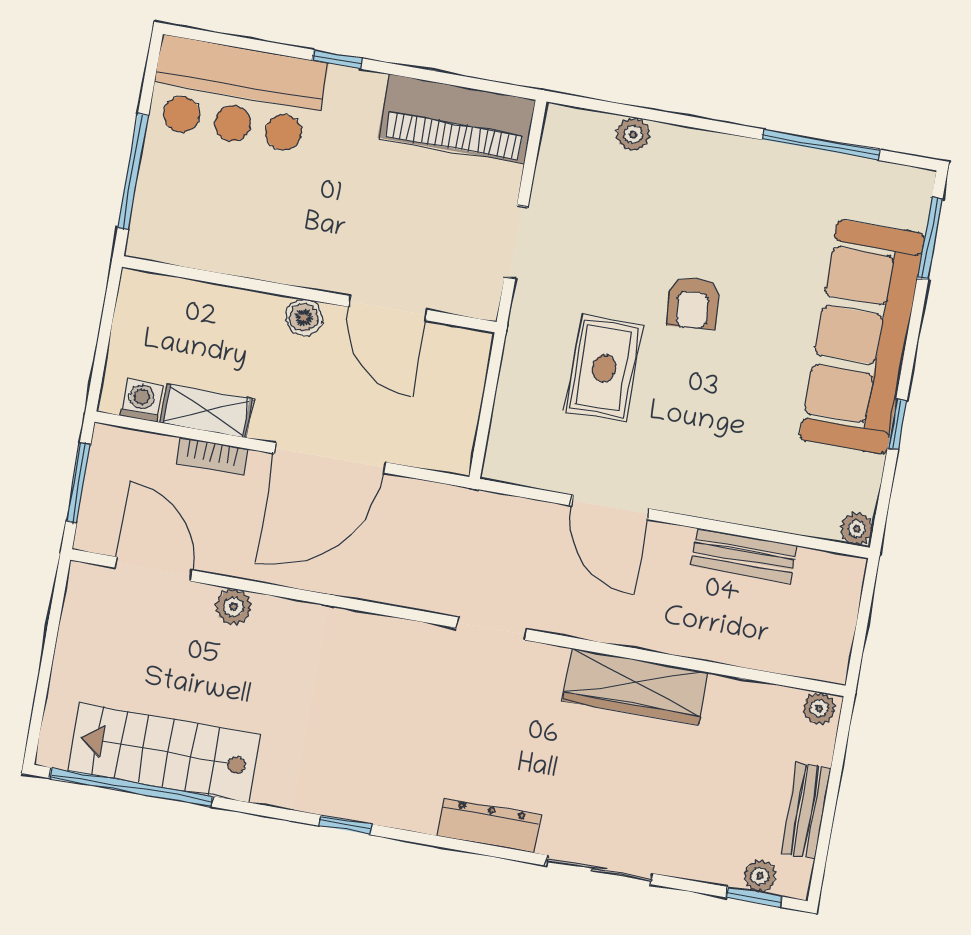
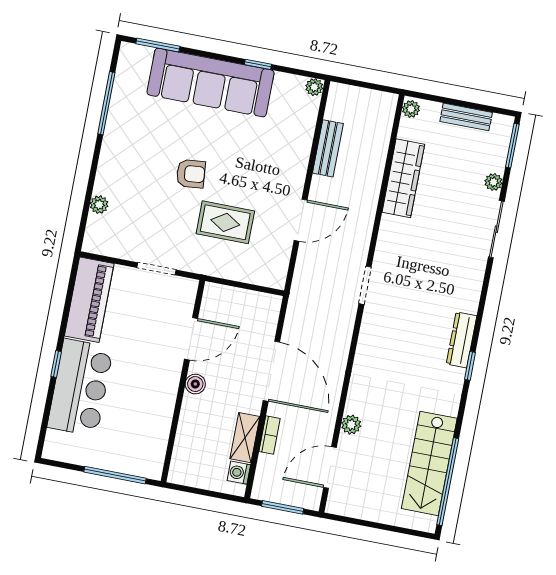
bar counter: (238, 95) -> (80, 387), moved
wardrobe: (635, 686) -> (403, 178), moved
dresser: (489, 825) -> (461, 340), moved
plant: (760, 876) -> (493, 182), moved
window: (754, 897) -> (512, 146), width x1.50

